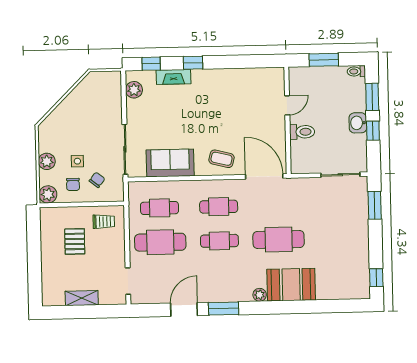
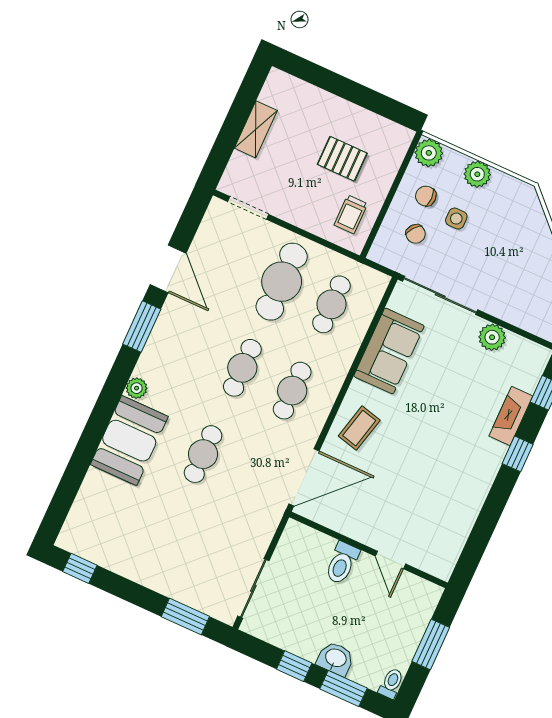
plant: (134, 90) -> (492, 337), moved
washbasin: (358, 123) -> (336, 659), moved
cafe table: (279, 239) -> (203, 454), width x0.73, depth x0.74

